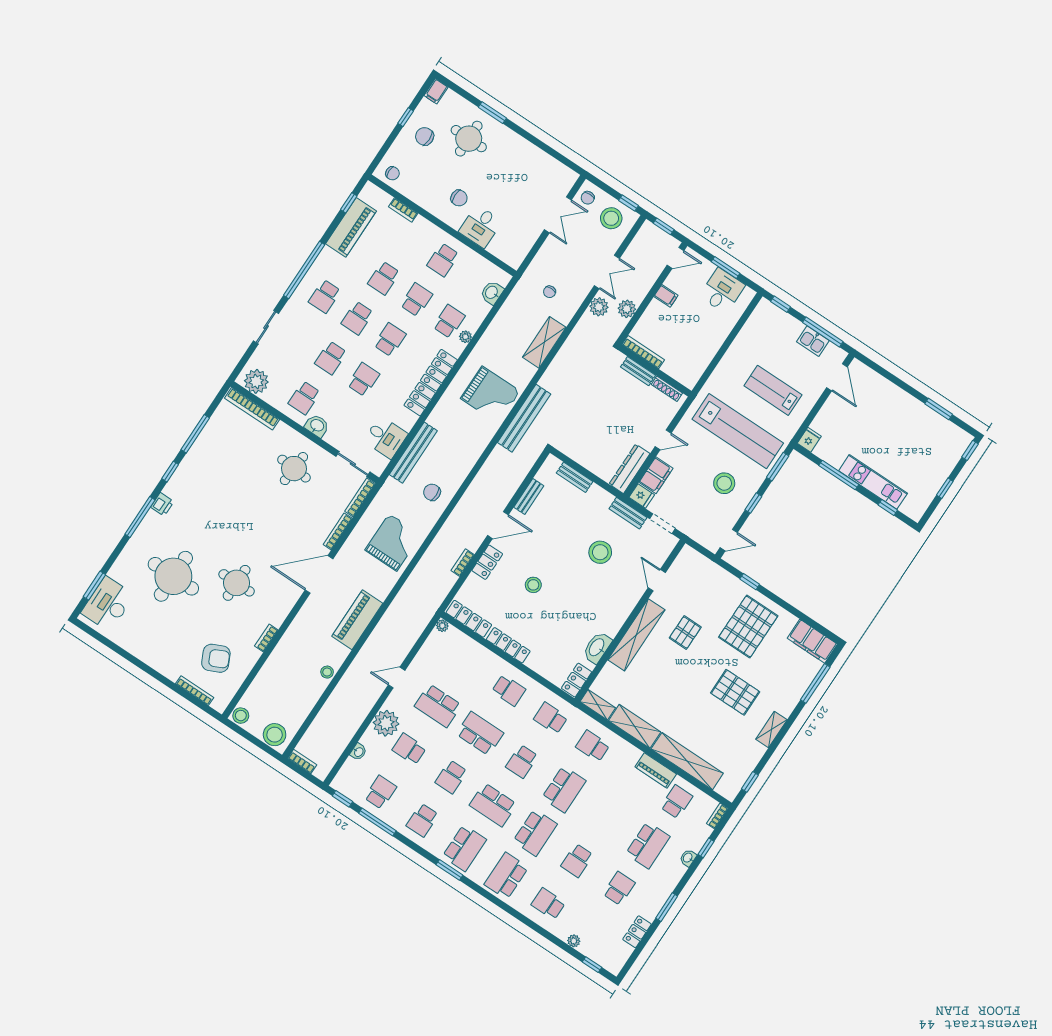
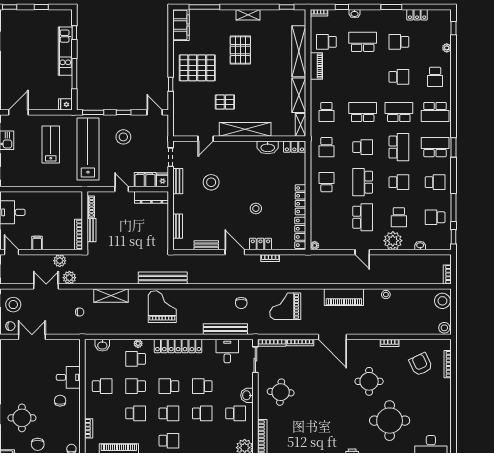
lab bench: (773, 390) -> (51, 145), turned 180

